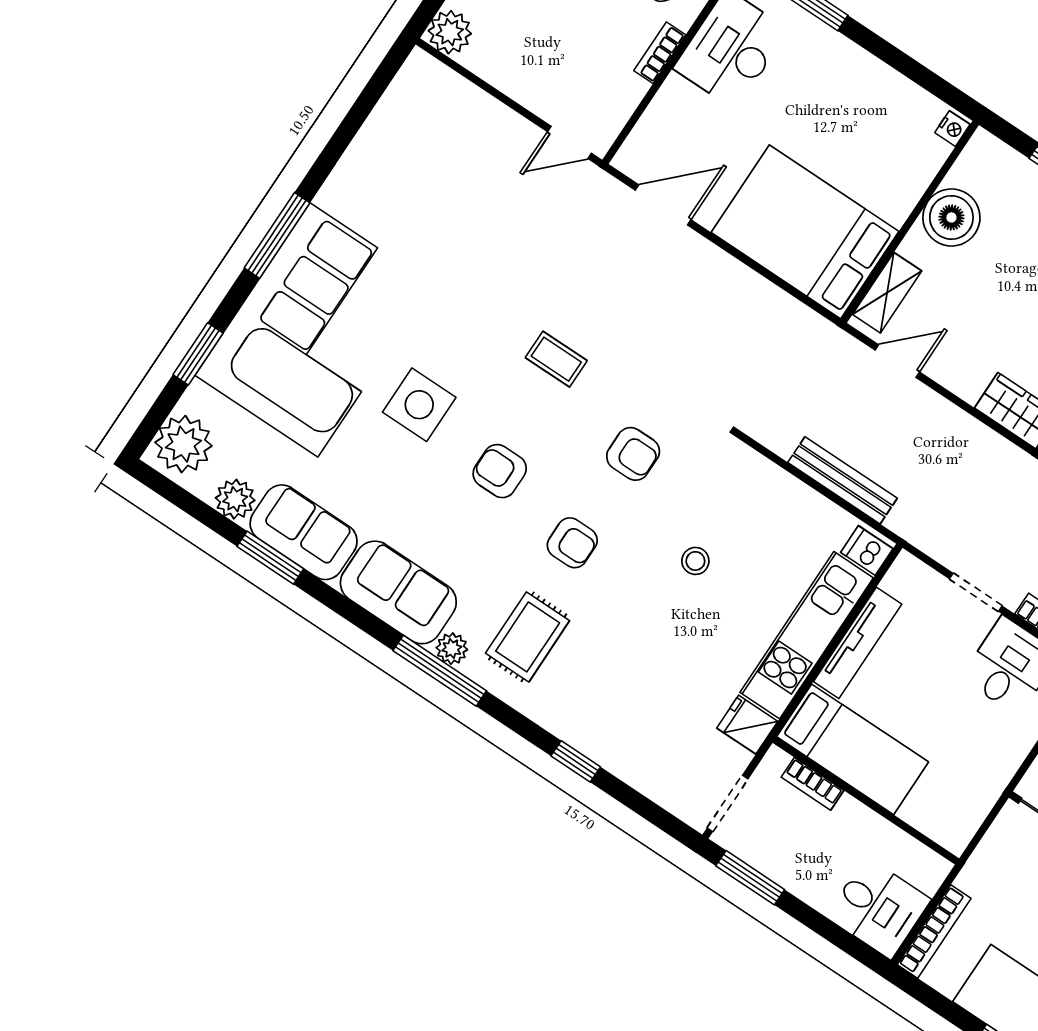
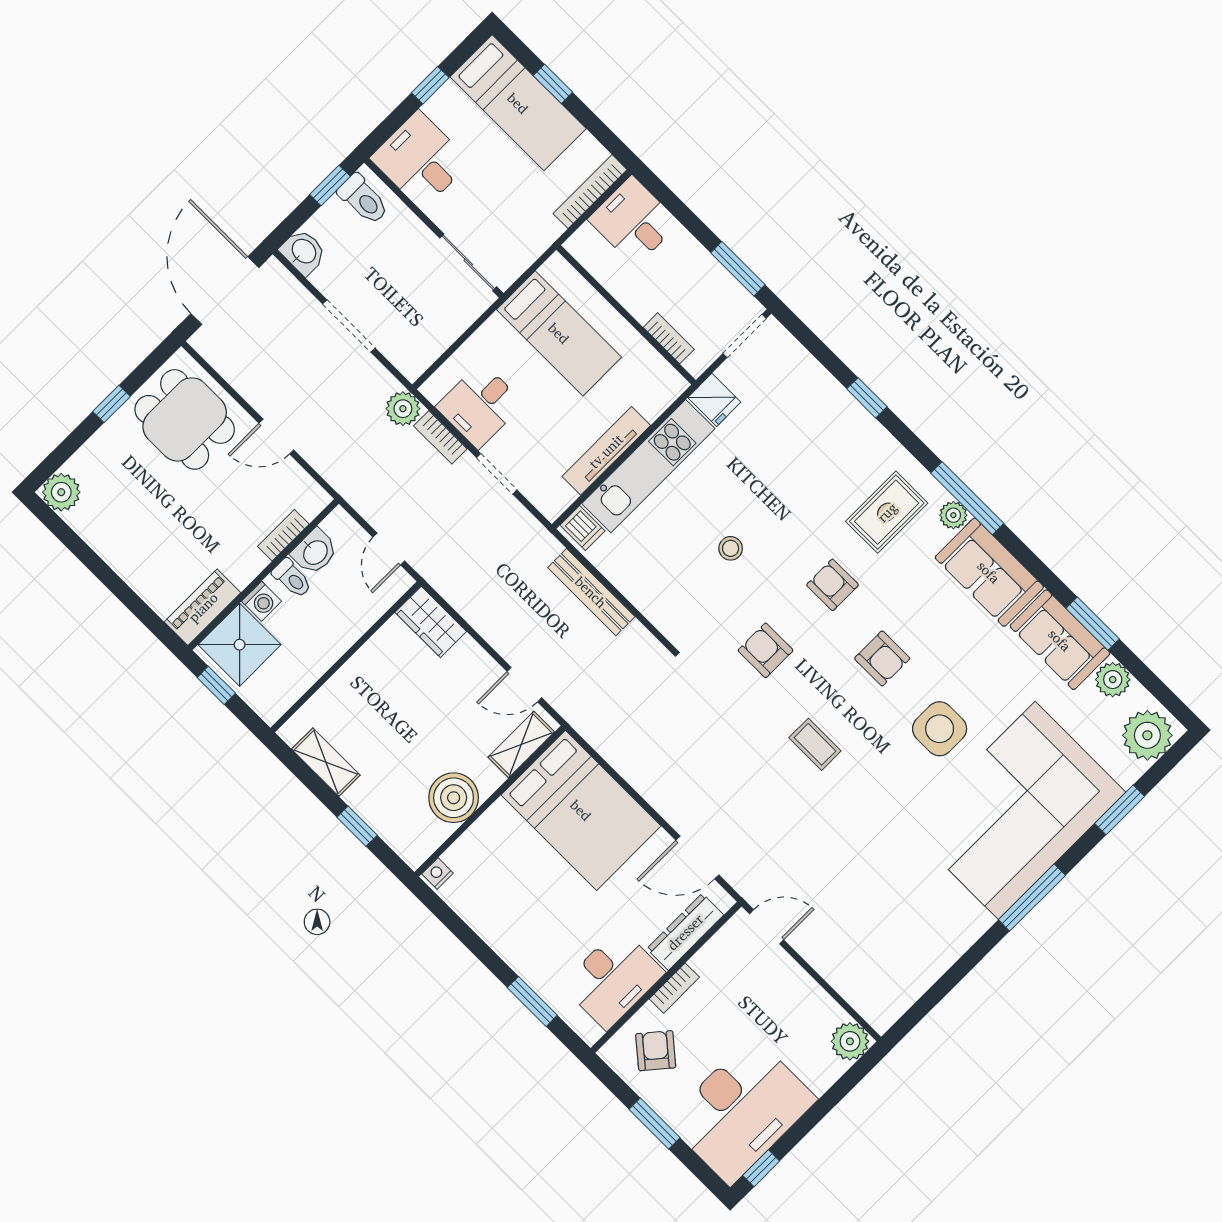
dresser: (660, 119) -> (685, 932), added
bed: (853, 749) -> (559, 333), moved, turned 180

